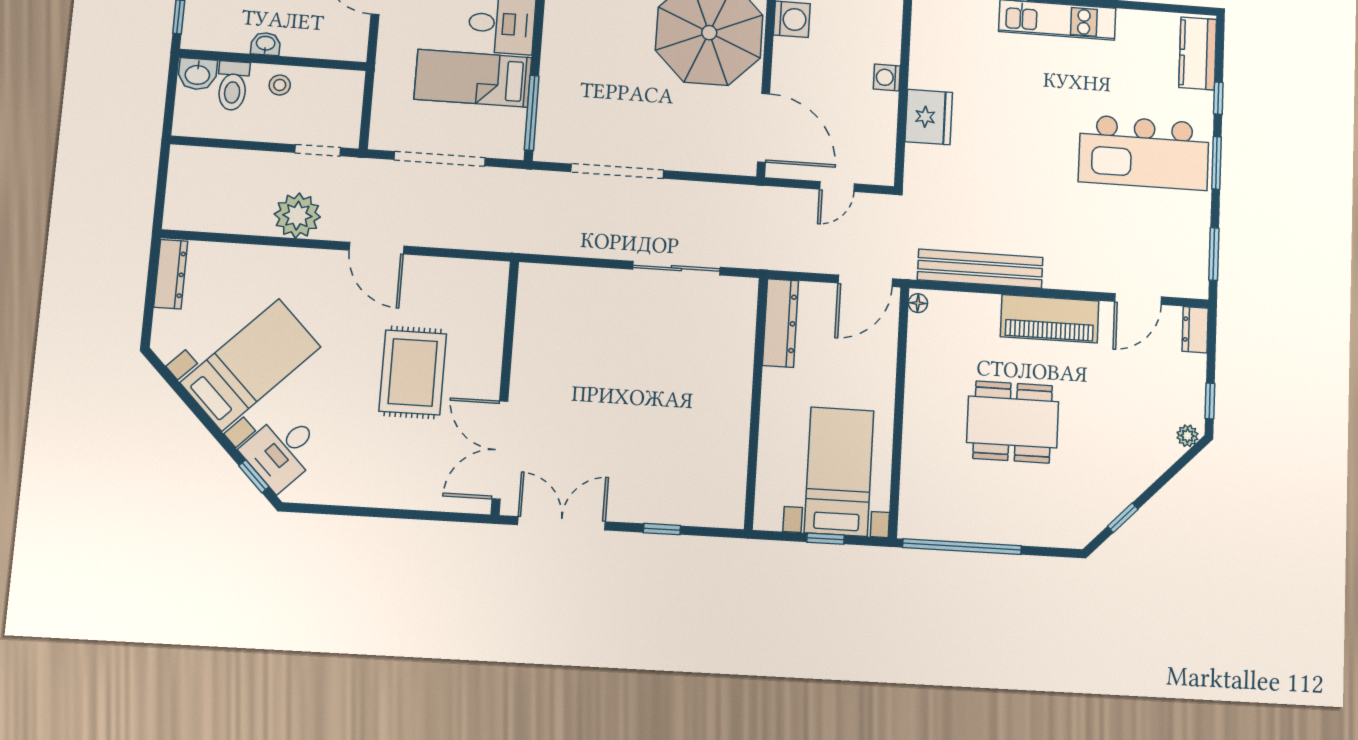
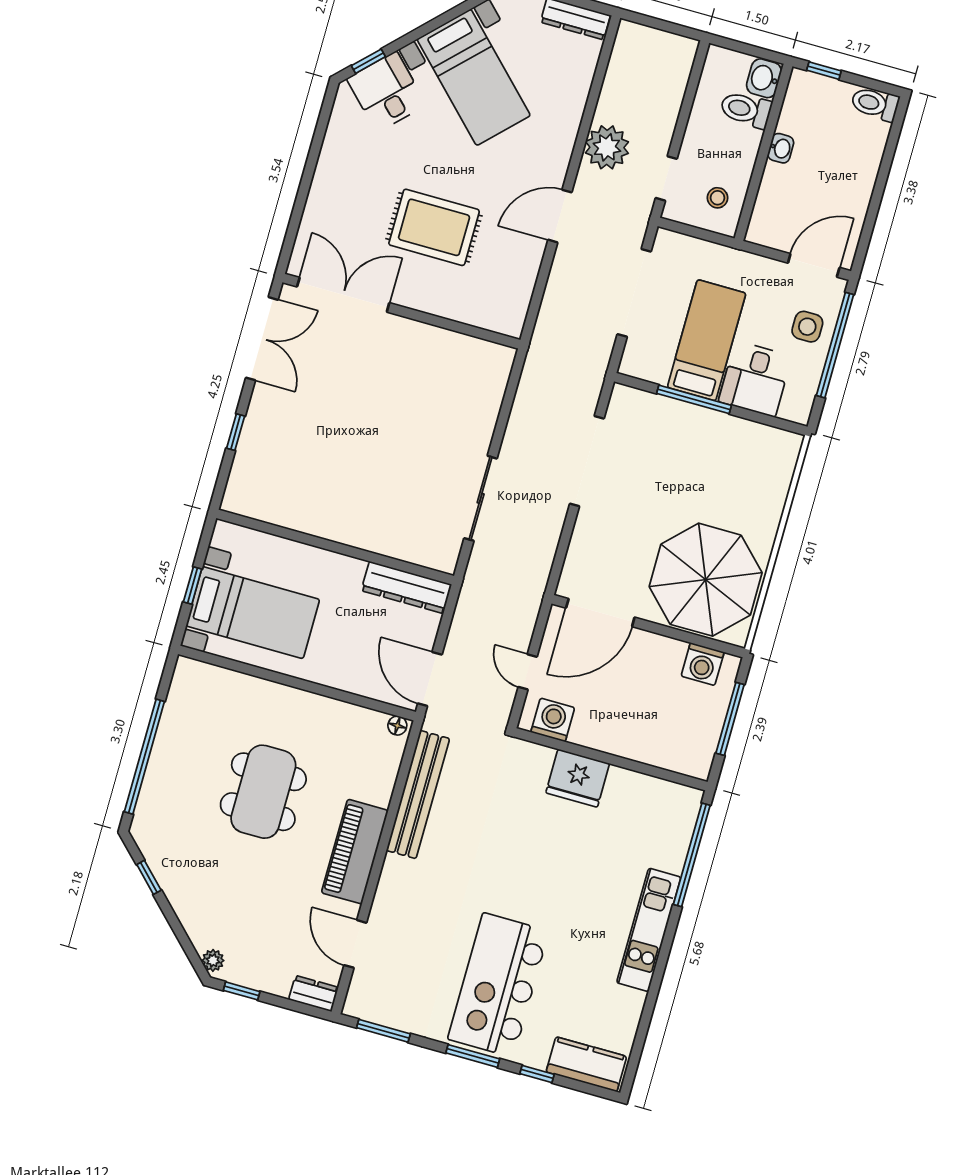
washing machine: (887, 77) -> (553, 720), moved, width x1.38, depth x1.38
stool: (280, 85) -> (717, 198), moved
window: (532, 113) -> (694, 399), moved
window: (962, 547) -> (144, 757), moved

